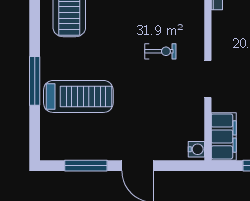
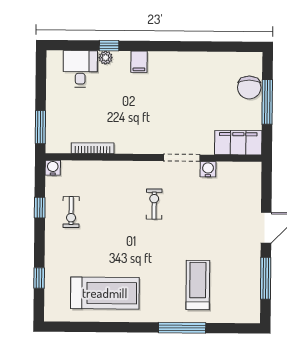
treadmill: (78, 96) -> (198, 285), width x0.73, depth x0.73
water cooler: (196, 149) -> (208, 169), moved

